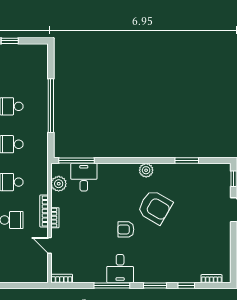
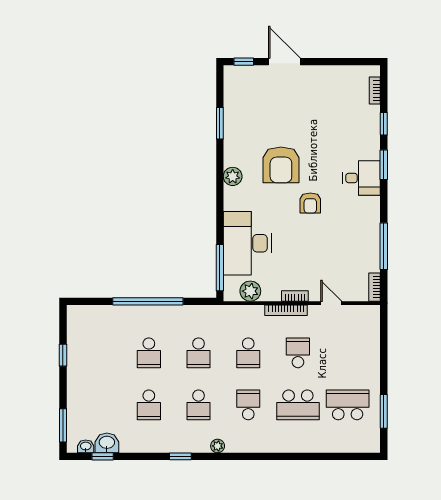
desk: (84, 177) -> (247, 243), width x1.87, depth x1.30
armchair: (155, 207) -> (281, 165), turned 150
door: (50, 245) -> (331, 303), swing flipped
desk: (120, 269) -> (362, 178), moved
window: (112, 285) -> (384, 246), moved

